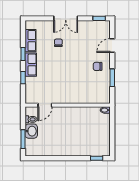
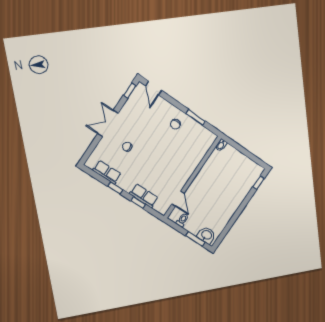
double door: (66, 18) -> (108, 123), swing flipped
door: (112, 46) -> (154, 88), moved
row of seats: (31, 65) -> (144, 196), moved
washbasin: (31, 131) -> (206, 235), moved

